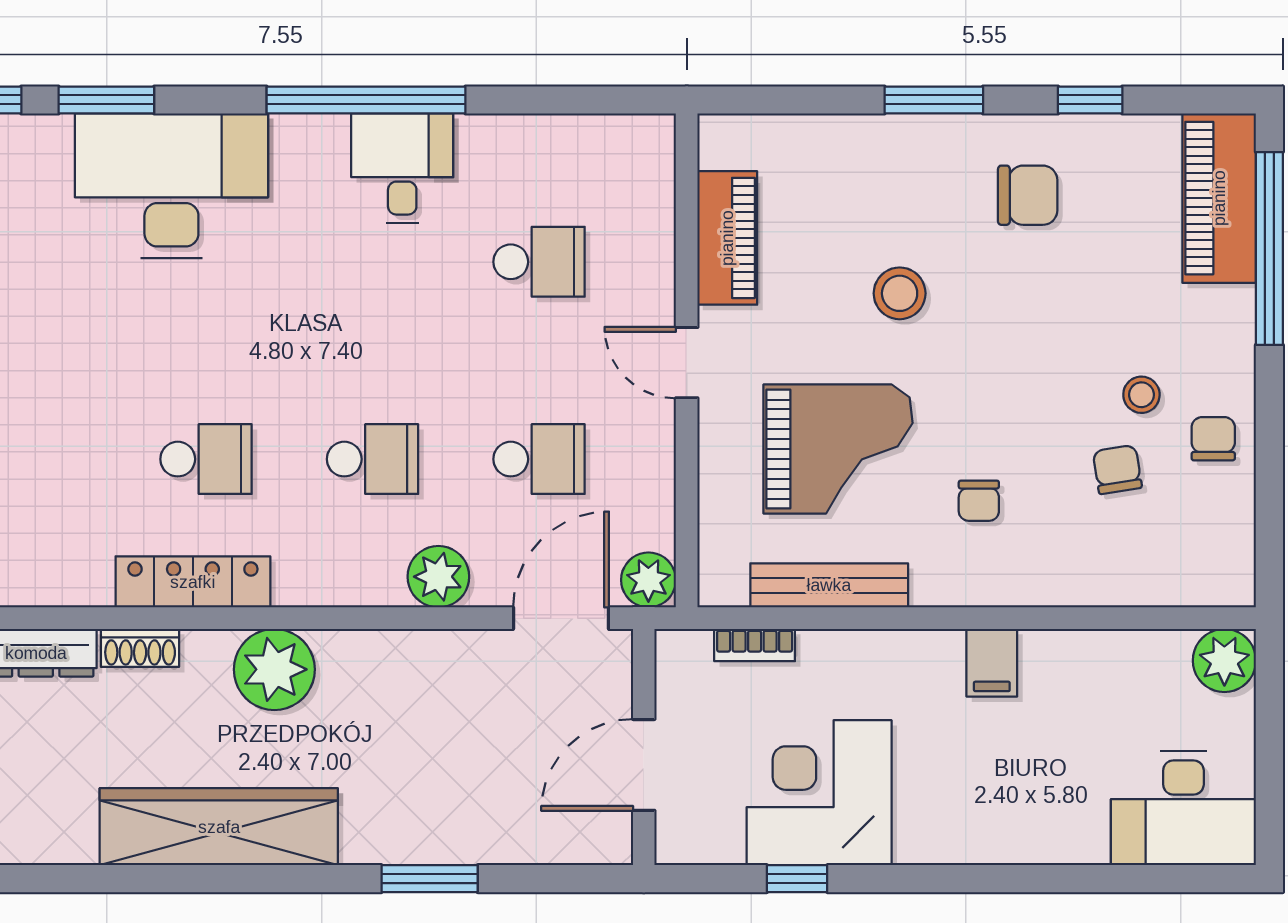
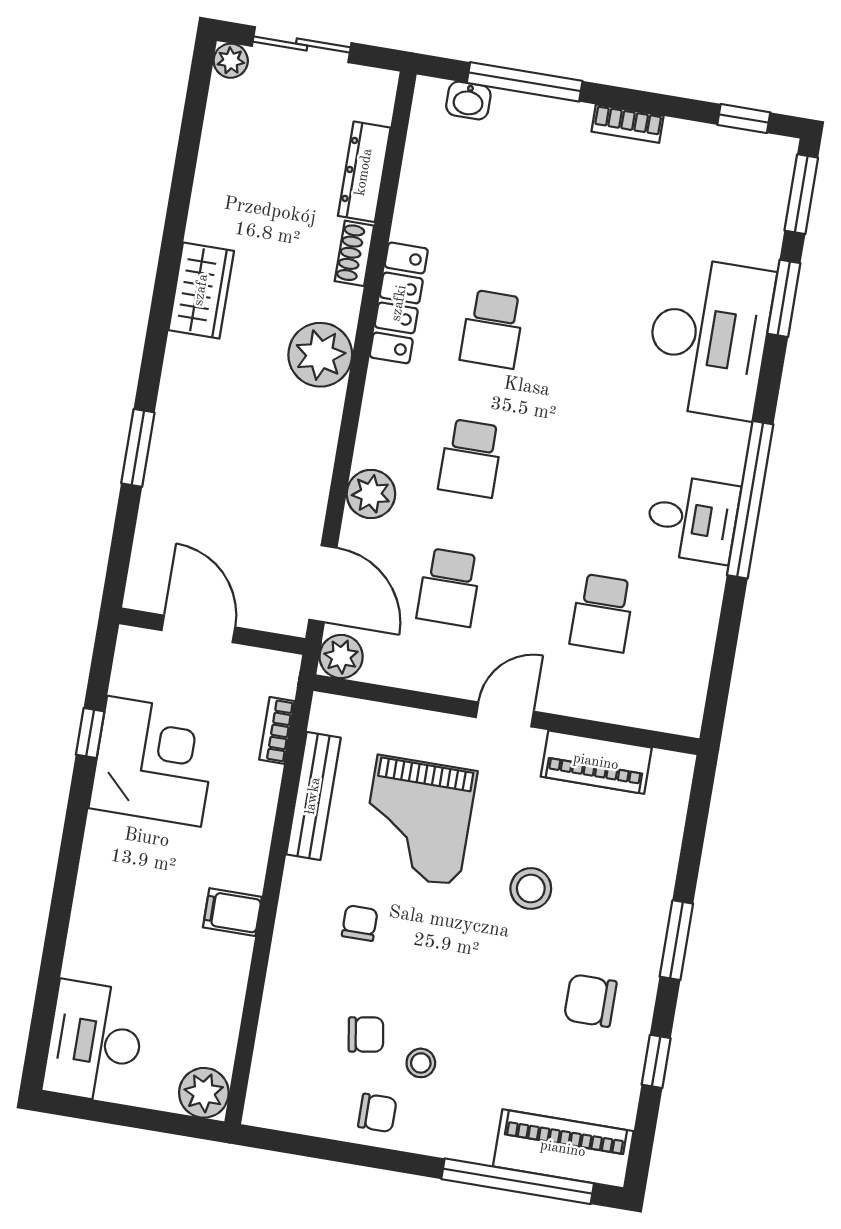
chair: (1028, 195) -> (590, 1001), turned 90
chair: (979, 501) -> (360, 923), turned 90
wardrobe: (219, 827) -> (201, 290), width x0.48, depth x0.85

